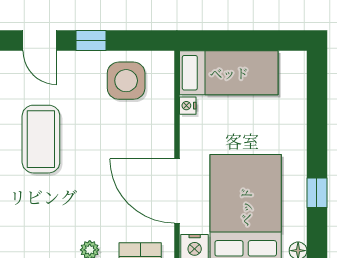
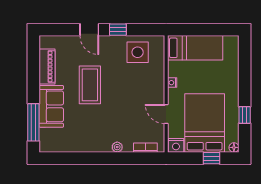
nightstand: (188, 106) -> (172, 83), moved
door: (177, 191) -> (166, 114), width x0.53

